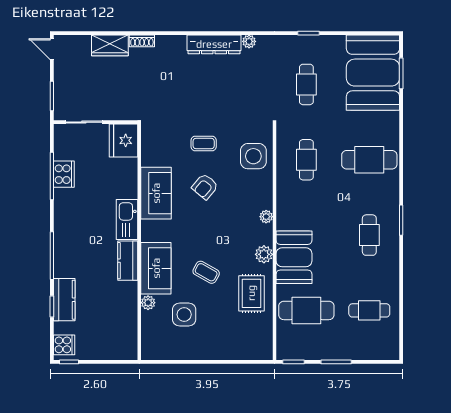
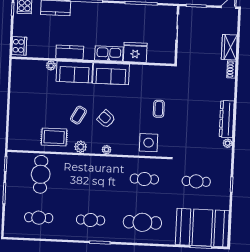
fridge: (123, 140) -> (135, 52), moved
cafe table: (369, 160) -> (142, 222), turned 90
cooker: (64, 174) -> (19, 46), moved, turned -90
armchair: (205, 187) -> (106, 119), moved
sofa: (156, 193) -> (111, 74), moved
booth: (294, 257) -> (78, 167), removed
kitchen counter: (128, 261) -> (70, 52), moved
coffee table: (206, 272) -> (78, 115), moved
cafe table: (369, 310) -> (39, 218), turned 90
side table: (184, 314) -> (42, 90), removed

